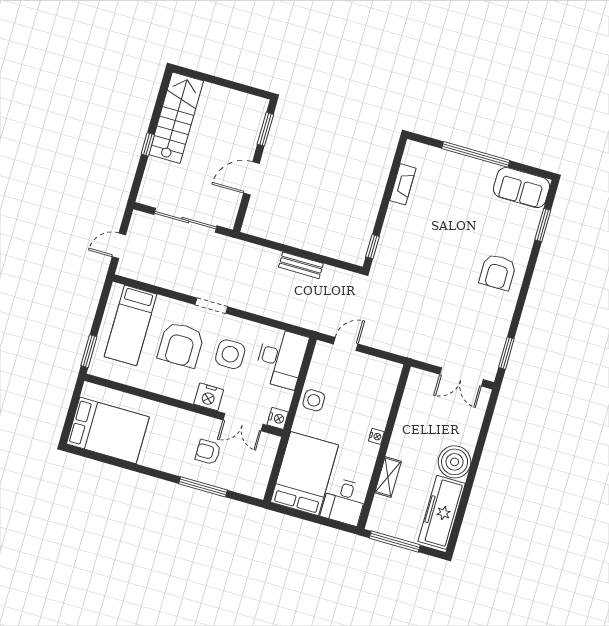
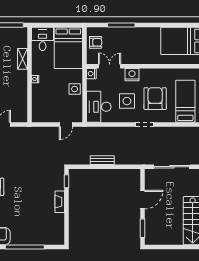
fireplace: (403, 184) -> (60, 202), moved
armchair: (208, 452) -> (96, 42), moved

